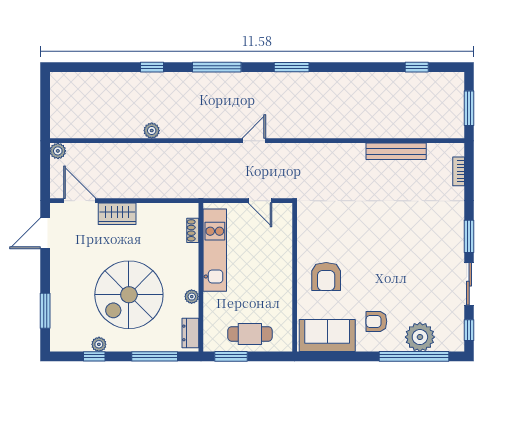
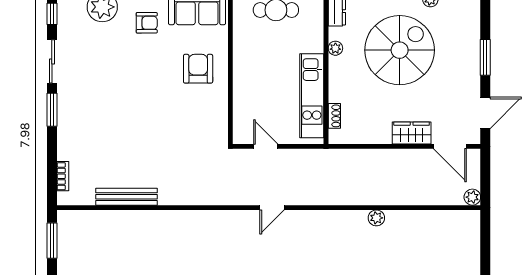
window: (45, 311) -> (485, 57), moved

